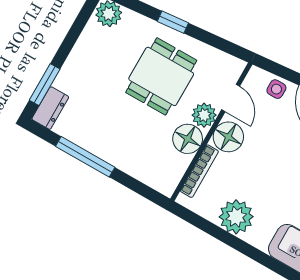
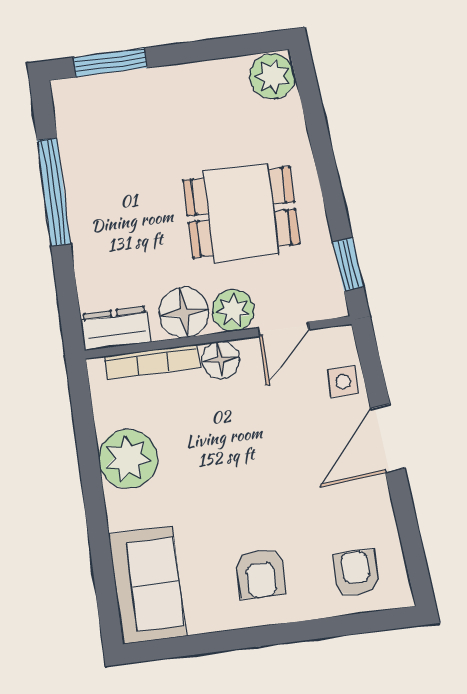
window: (173, 22) -> (348, 265), moved
dresser: (50, 108) -> (116, 328), moved, turned 180
floor lamp: (228, 137) -> (221, 360), width x0.73, depth x0.73

